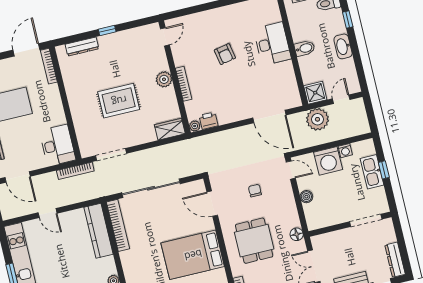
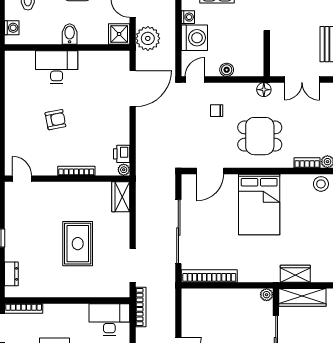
dresser: (82, 47) -> (11, 274), width x0.70
plant: (164, 79) -> (67, 190), removed
chair: (255, 191) -> (217, 111), moved
kitchen counter: (98, 231) -> (210, 298), removed

